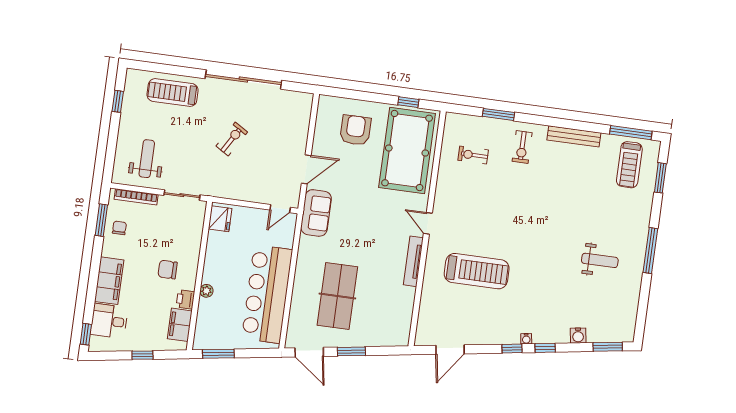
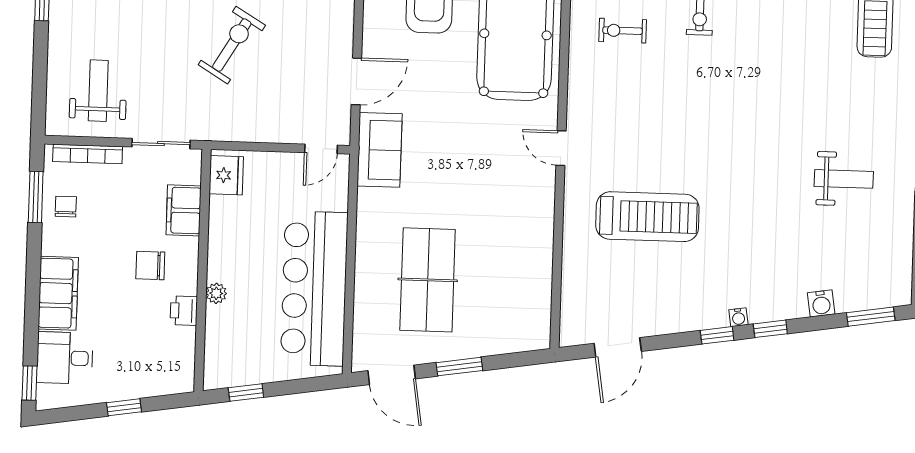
exercise bike: (232, 139) -> (232, 45), width x1.38, depth x1.39
tv unit: (413, 261) -> (544, 211), removed
filing cabinet: (180, 325) -> (184, 210), moved
window: (218, 354) -> (246, 392), width x0.67

